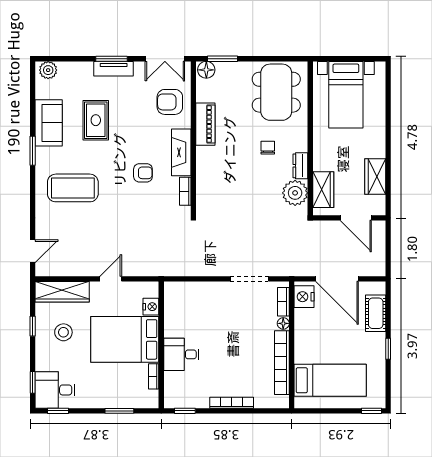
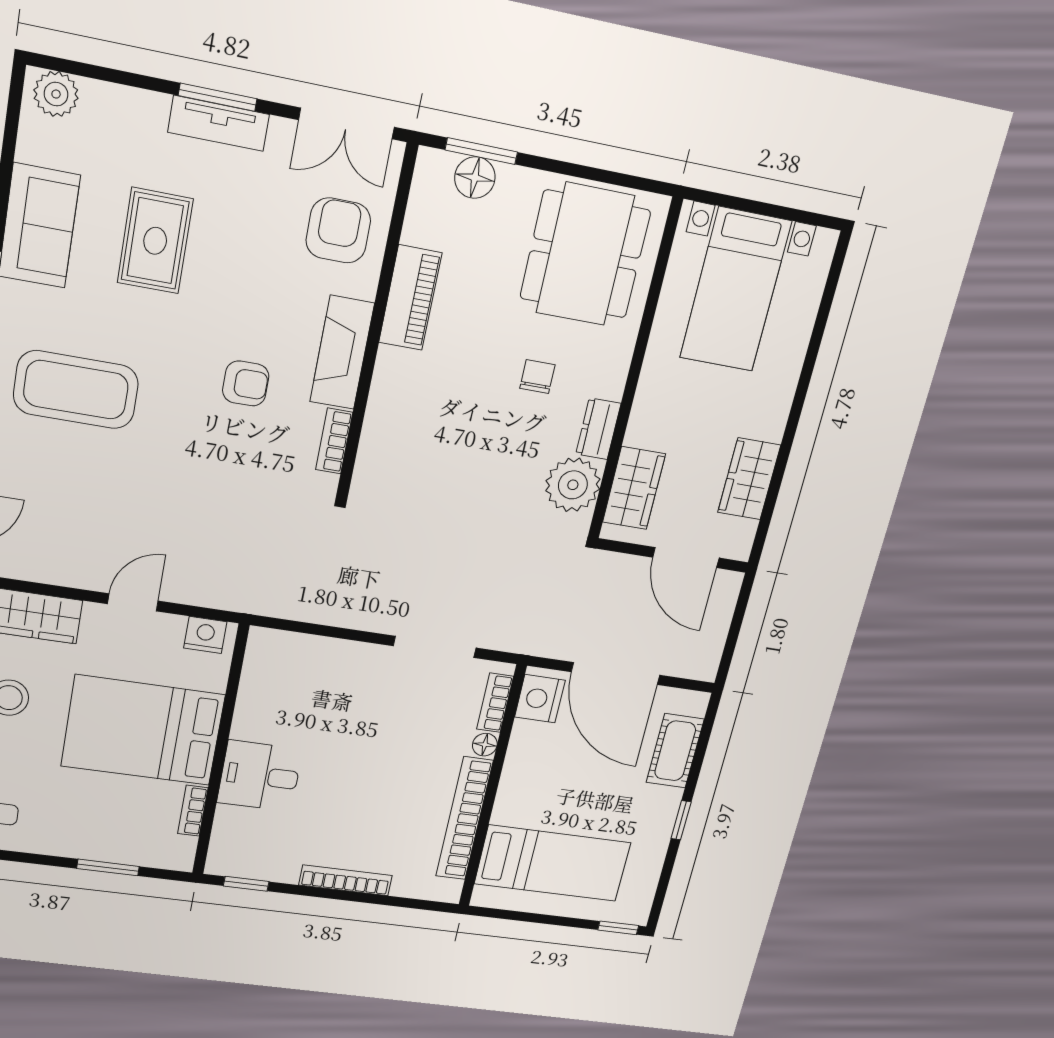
floor lamp: (206, 70) -> (475, 178), moved
armchair: (170, 102) -> (338, 230), turned 90
nightstand: (151, 307) -> (205, 635), moved, turned -90

